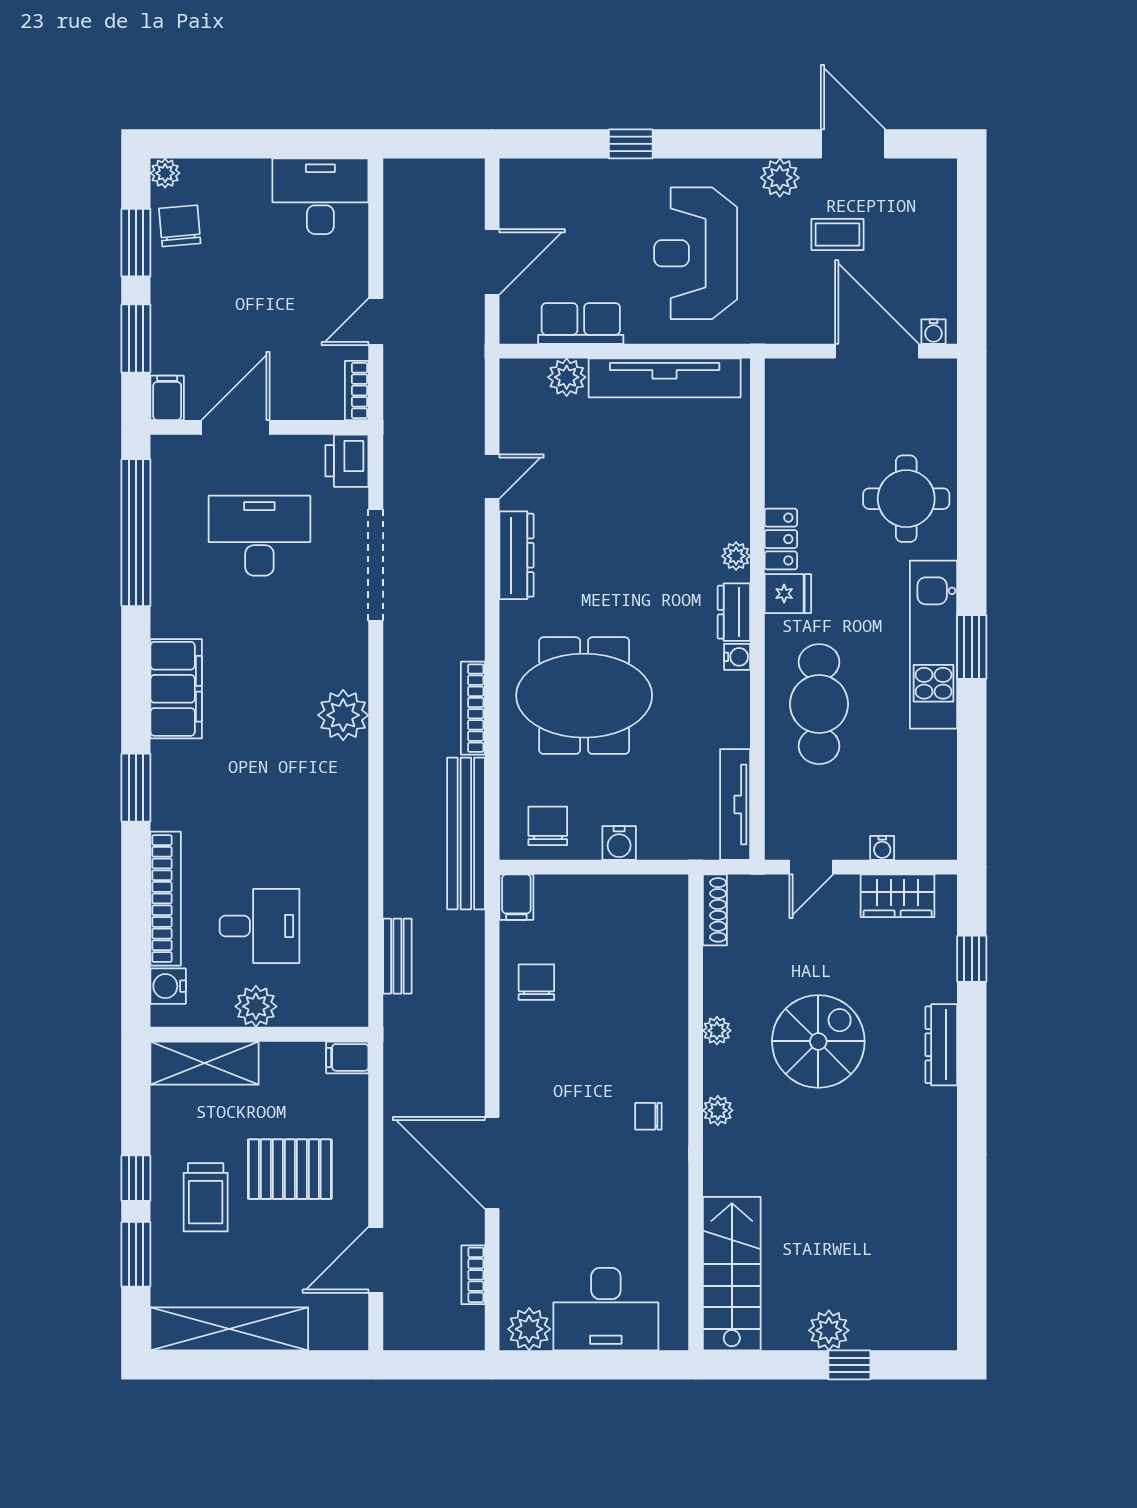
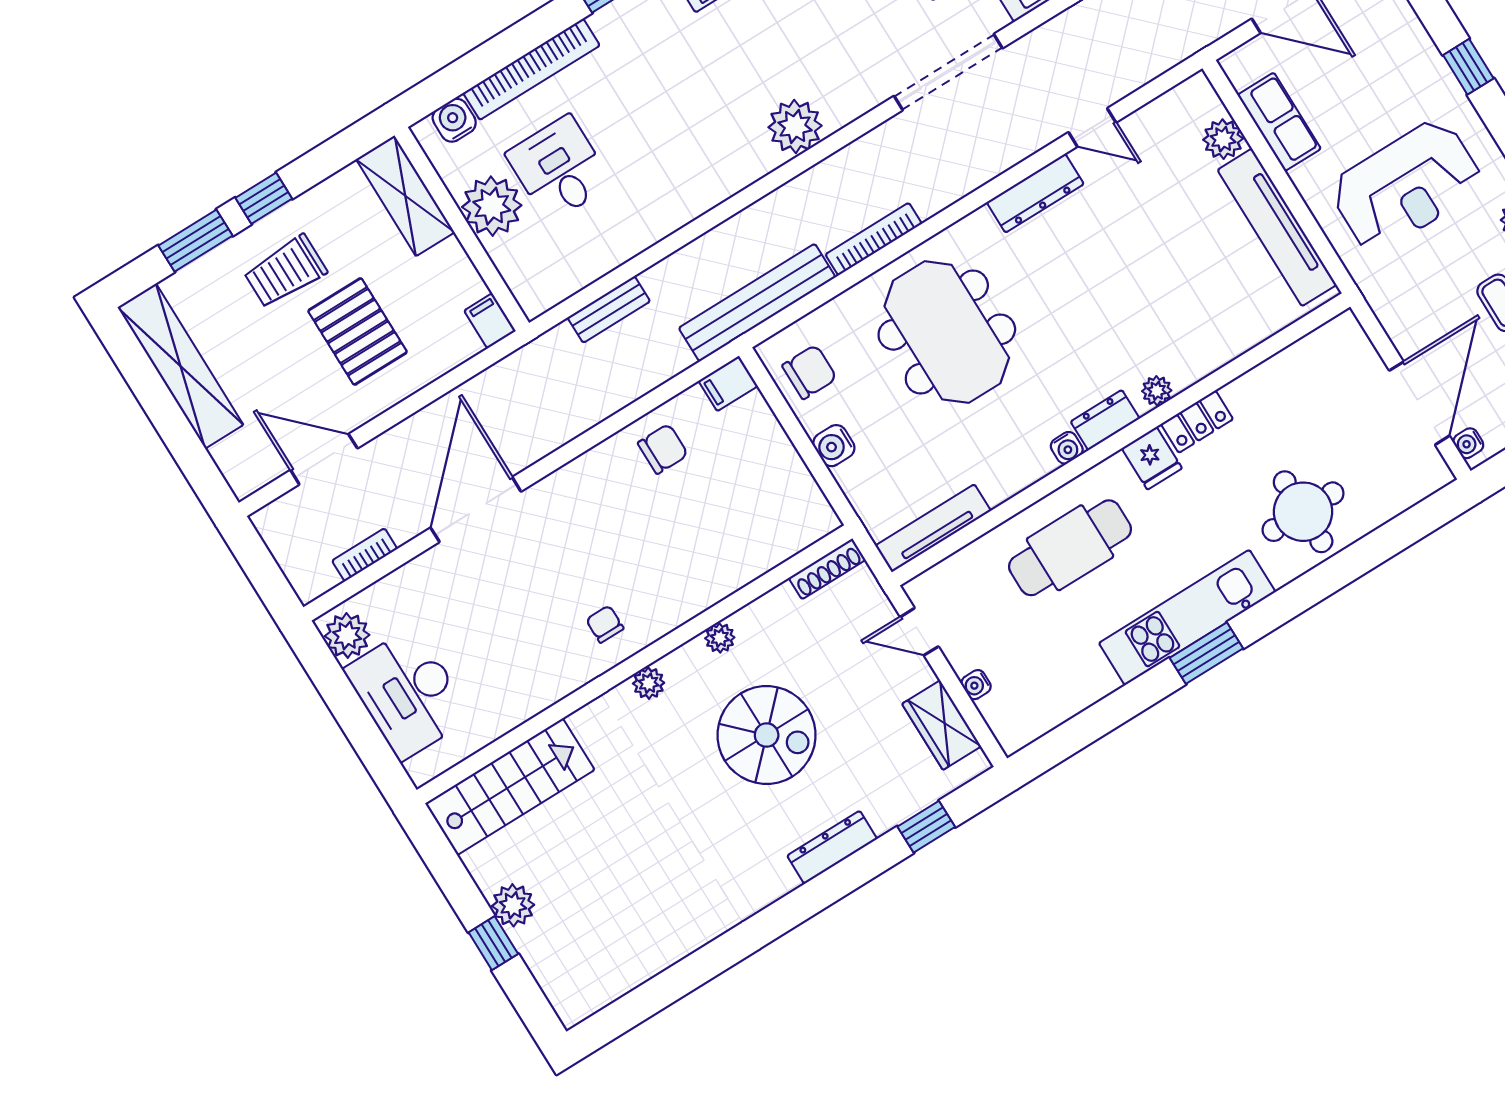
reception desk: (696, 253) -> (1406, 186), turned 180
desk: (259, 926) -> (559, 169), turned 180
plant: (256, 1006) -> (492, 206), width x1.36, depth x1.36

